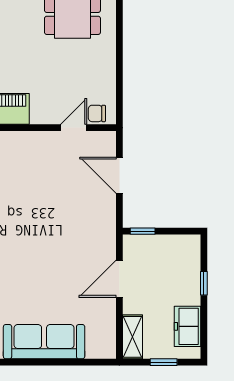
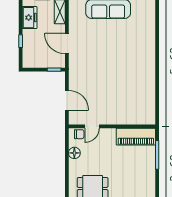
floor lamp: (106, 79) -> (74, 153), added
door: (119, 279) -> (67, 44), swing flipped

